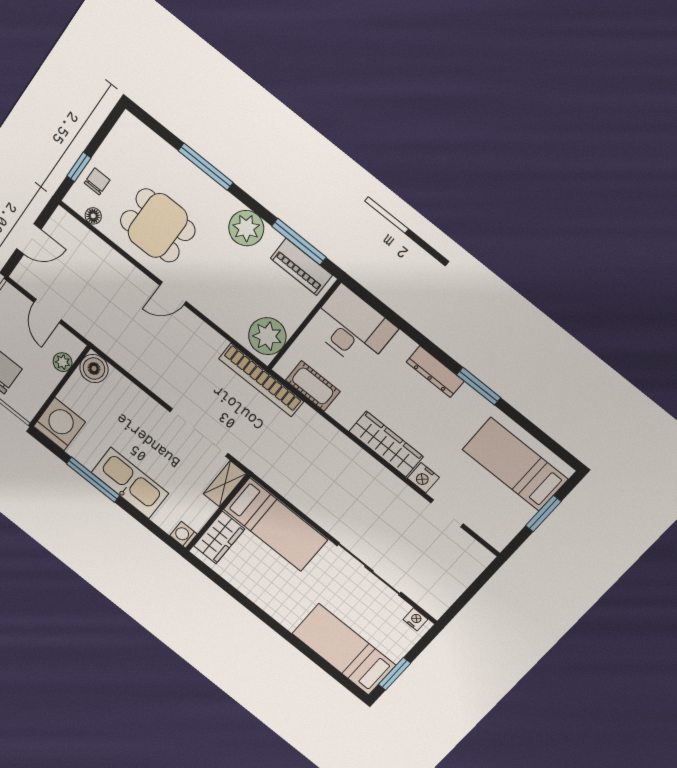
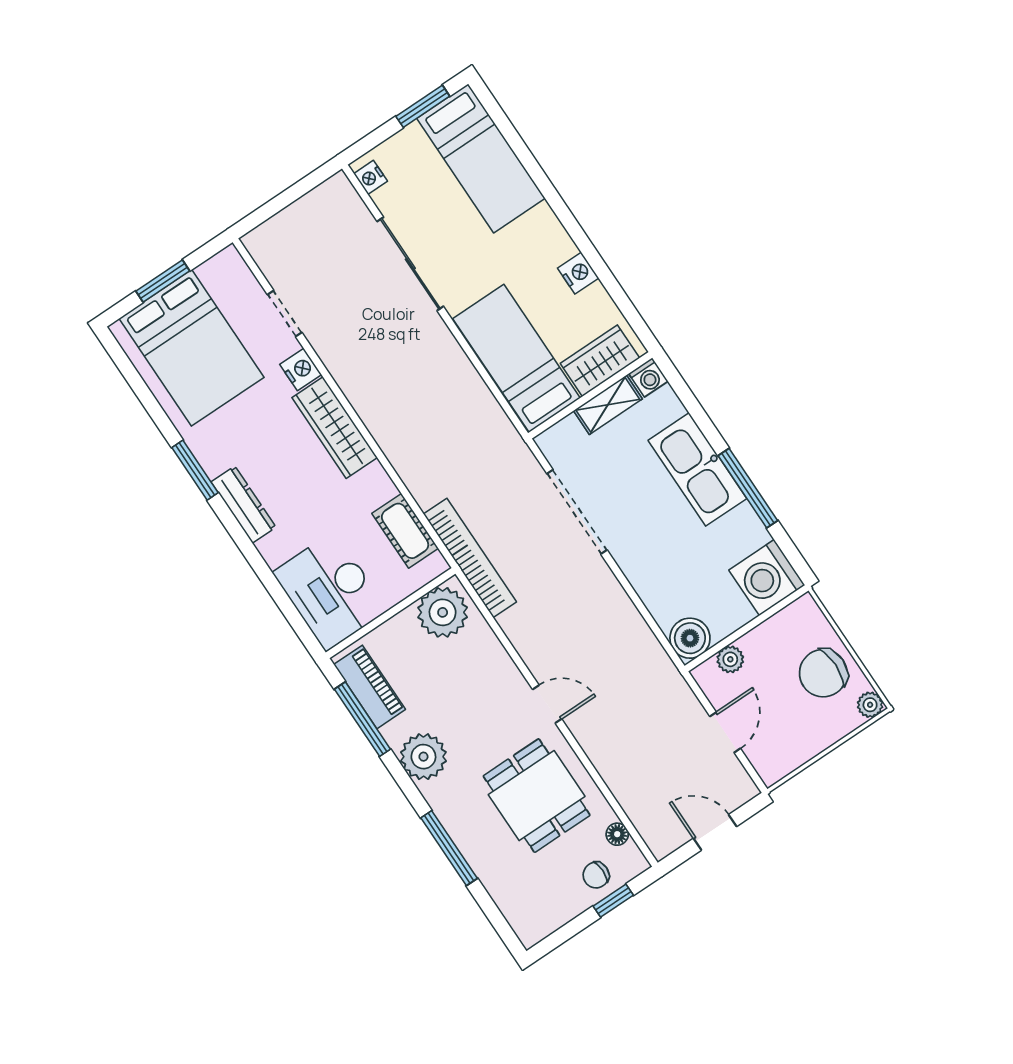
bed: (515, 464) -> (192, 348), width x1.50
shelving: (225, 484) -> (608, 405), moved
nightstand: (253, 591) -> (578, 273), added

